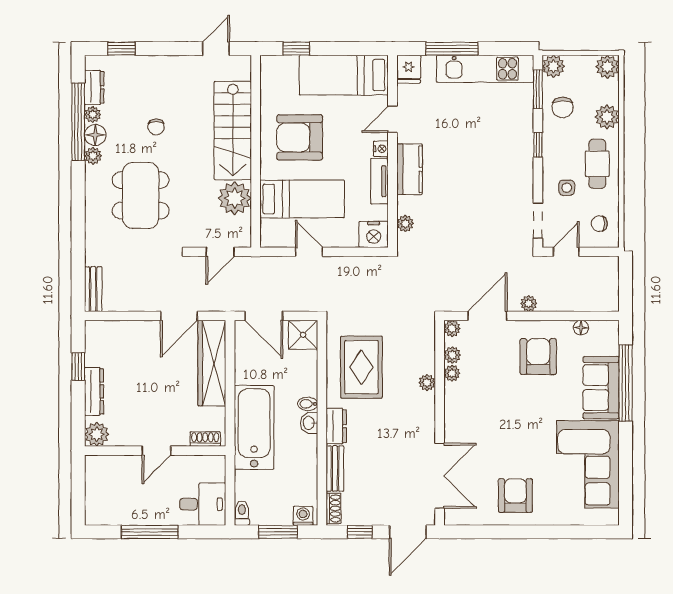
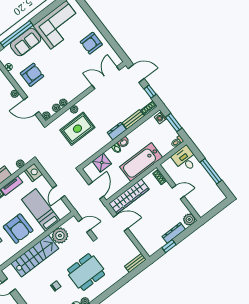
shower: (303, 335) -> (102, 163), moved
armchair: (538, 357) -> (32, 75), turned 180
rug: (361, 367) -> (77, 129), moved

